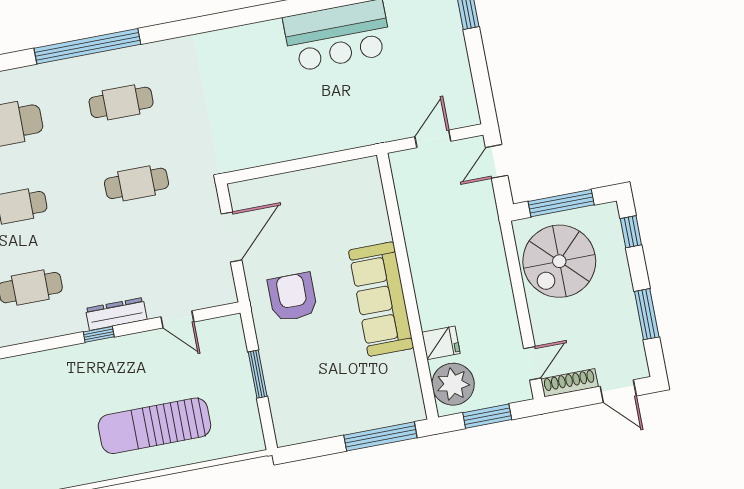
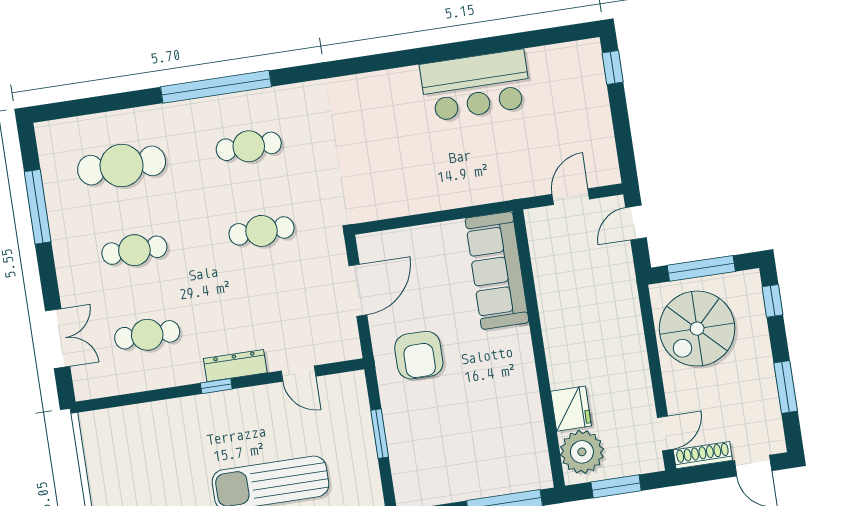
armchair: (292, 297) -> (419, 355), turned 180
sofa: (381, 299) -> (497, 270), moved
fridge: (441, 343) -> (571, 409), width x1.38

